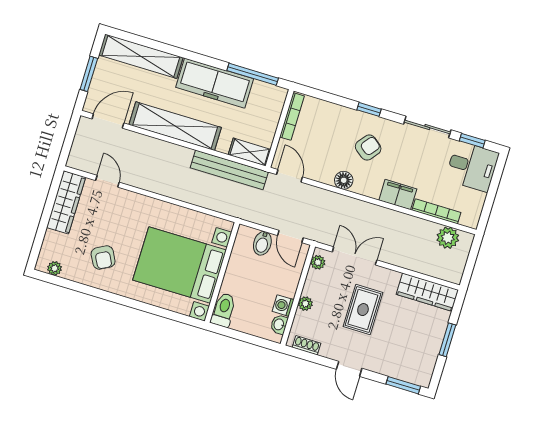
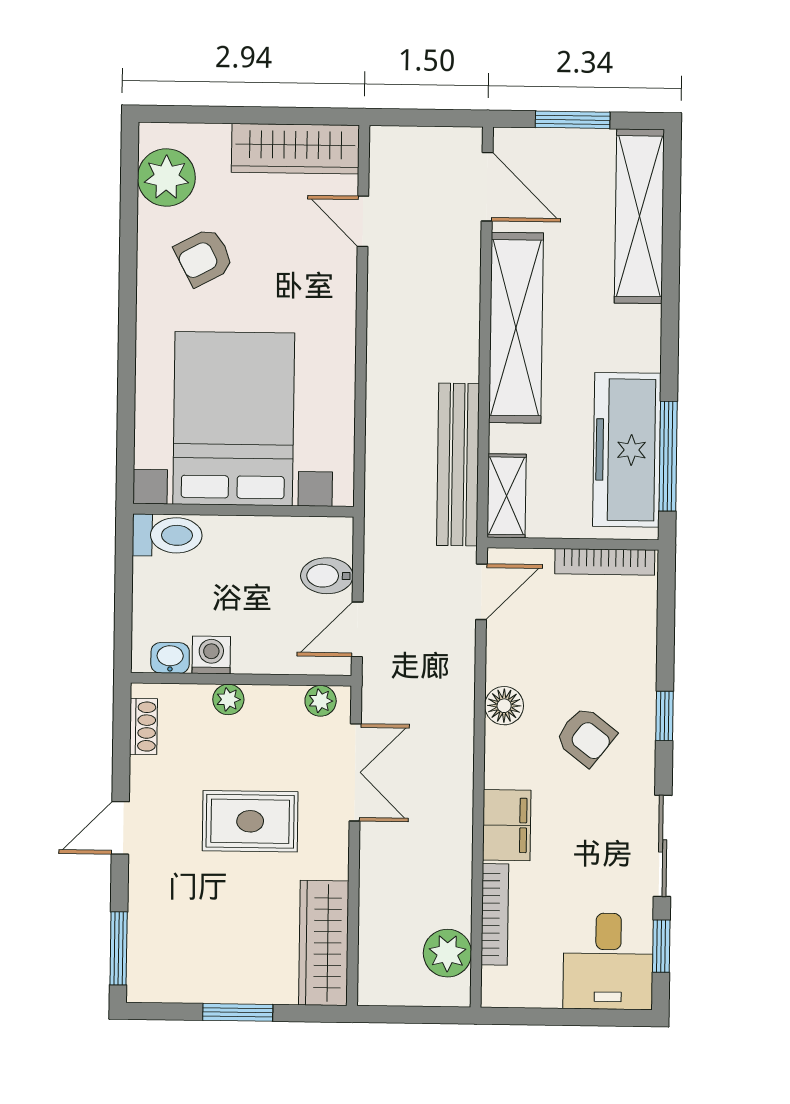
freezer: (215, 83) -> (627, 450), moved
door: (107, 181) -> (363, 221), swing flipped
plant: (55, 268) -> (166, 177), width x1.88, depth x1.88

